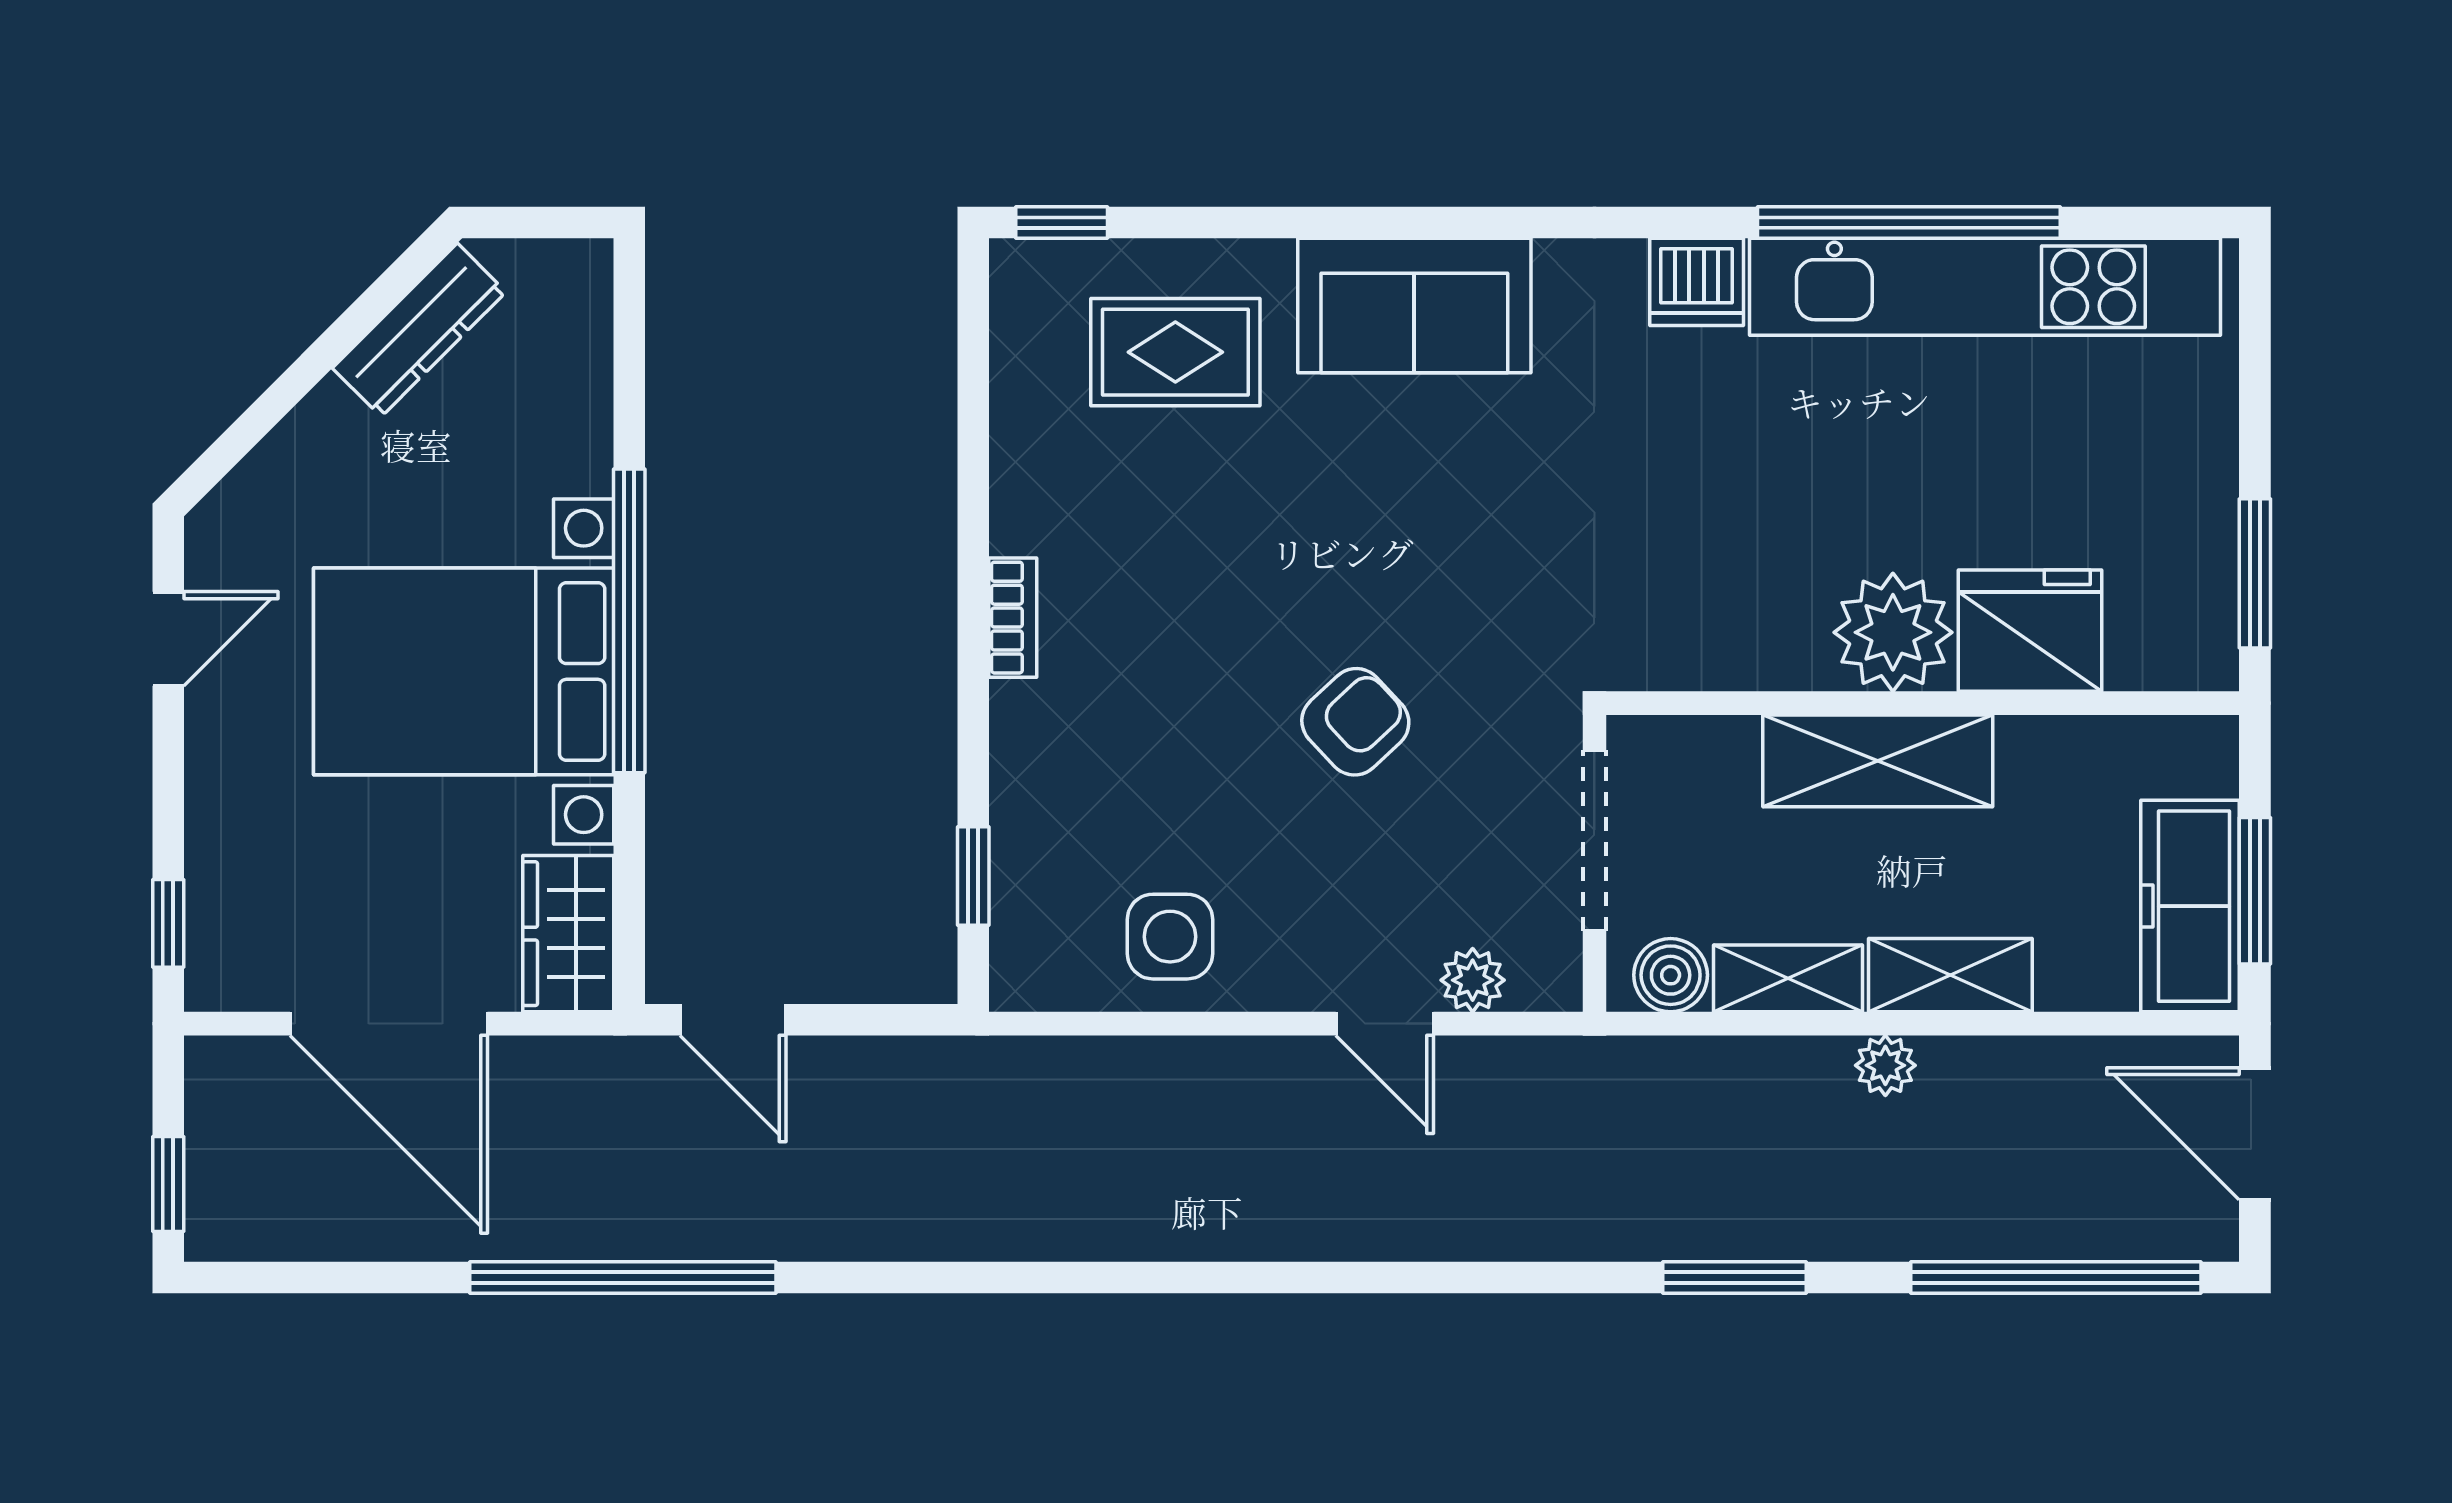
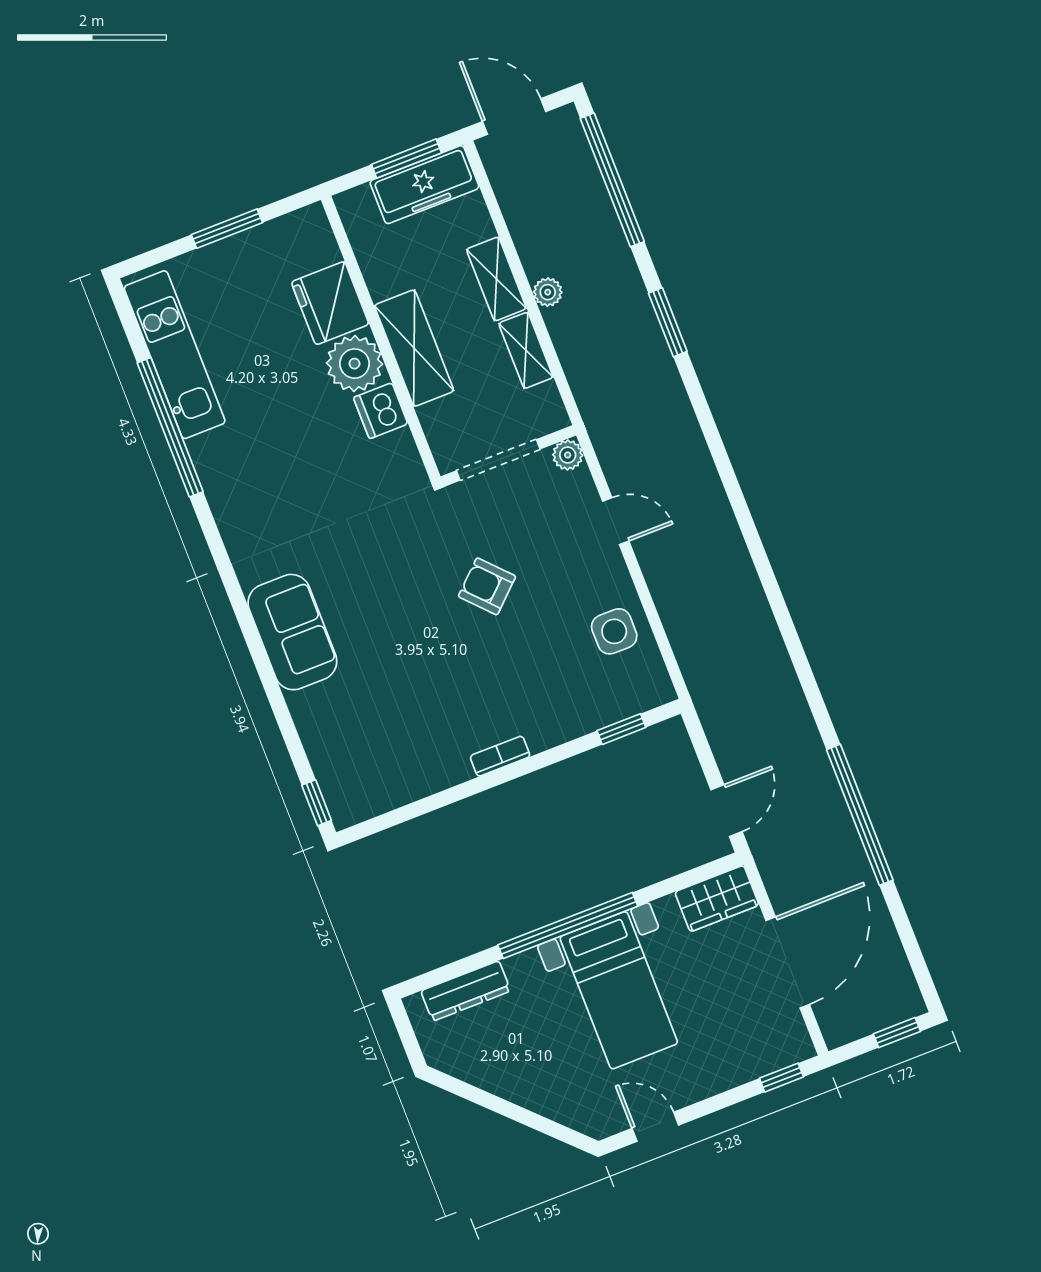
dishwasher: (1697, 282) -> (381, 411), moved, turned 180
kitchen unit: (1985, 287) -> (175, 355), width x0.73
dresser: (419, 330) -> (466, 991), moved, turned 135
rug: (1175, 352) -> (354, 730), removed
window: (2255, 573) -> (227, 229), moved
bed with nightstands: (464, 671) -> (619, 990), width x0.73
boiler: (1671, 975) -> (545, 403), removed
plant: (1473, 980) -> (568, 455), moved
door: (1385, 1024) -> (616, 521), hinge flipped
door: (2255, 1134) -> (514, 117), swing flipped

